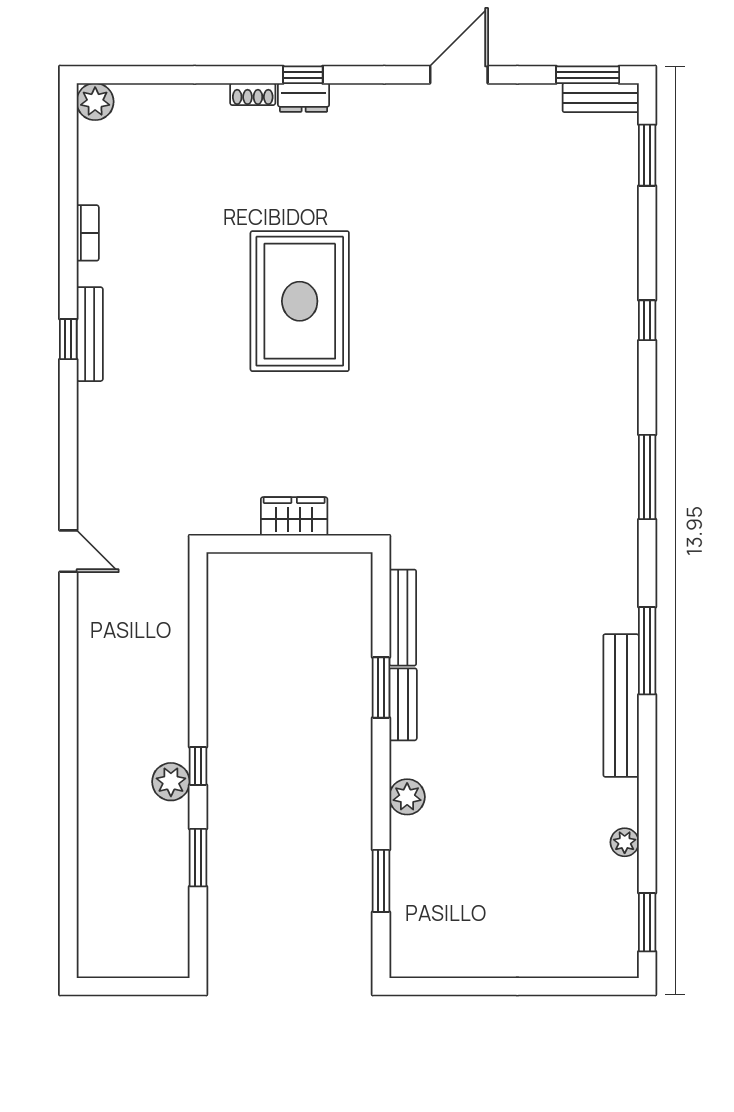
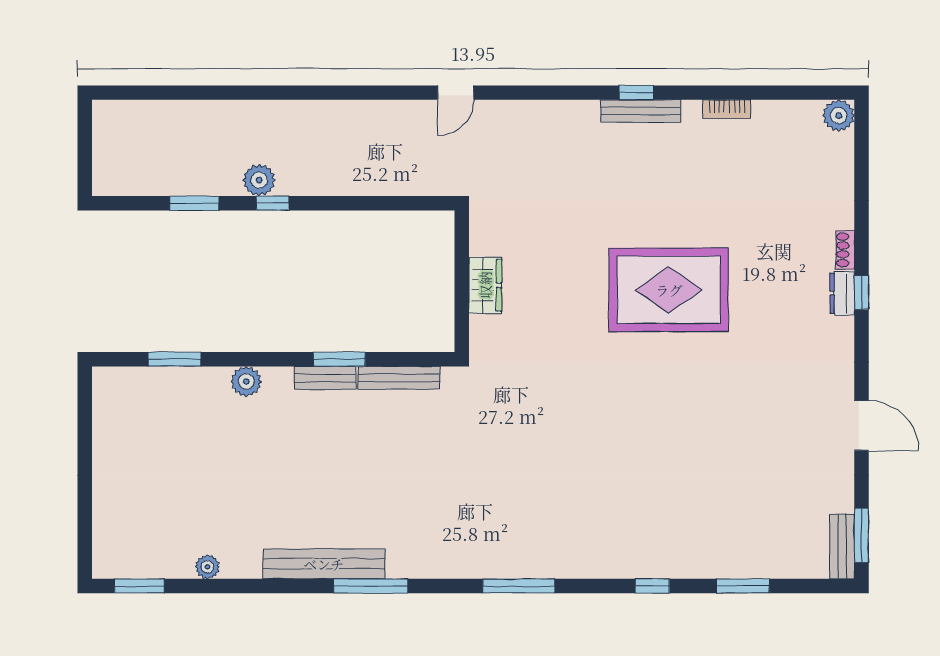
window: (647, 155) -> (743, 586), moved

